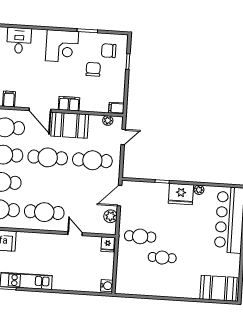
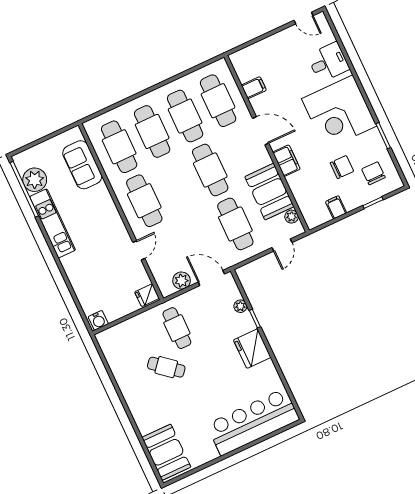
corner desk: (62, 46) -> (339, 112), width x1.36, depth x1.36
filing cabinet: (116, 108) -> (336, 207), moved
door: (40, 110) -> (261, 131), swing flipped
booth: (70, 125) -> (269, 192), moved
door: (123, 137) -> (282, 245), hinge flipped
plant: (199, 190) -> (240, 306), moved
cafe table: (162, 258) -> (166, 367), turned -50

